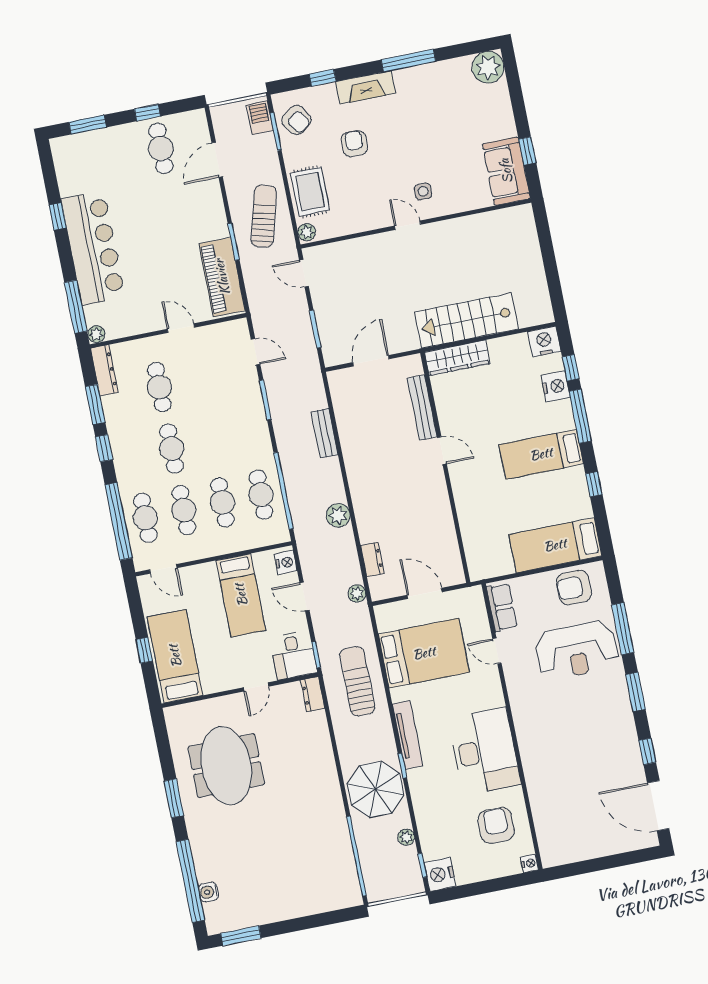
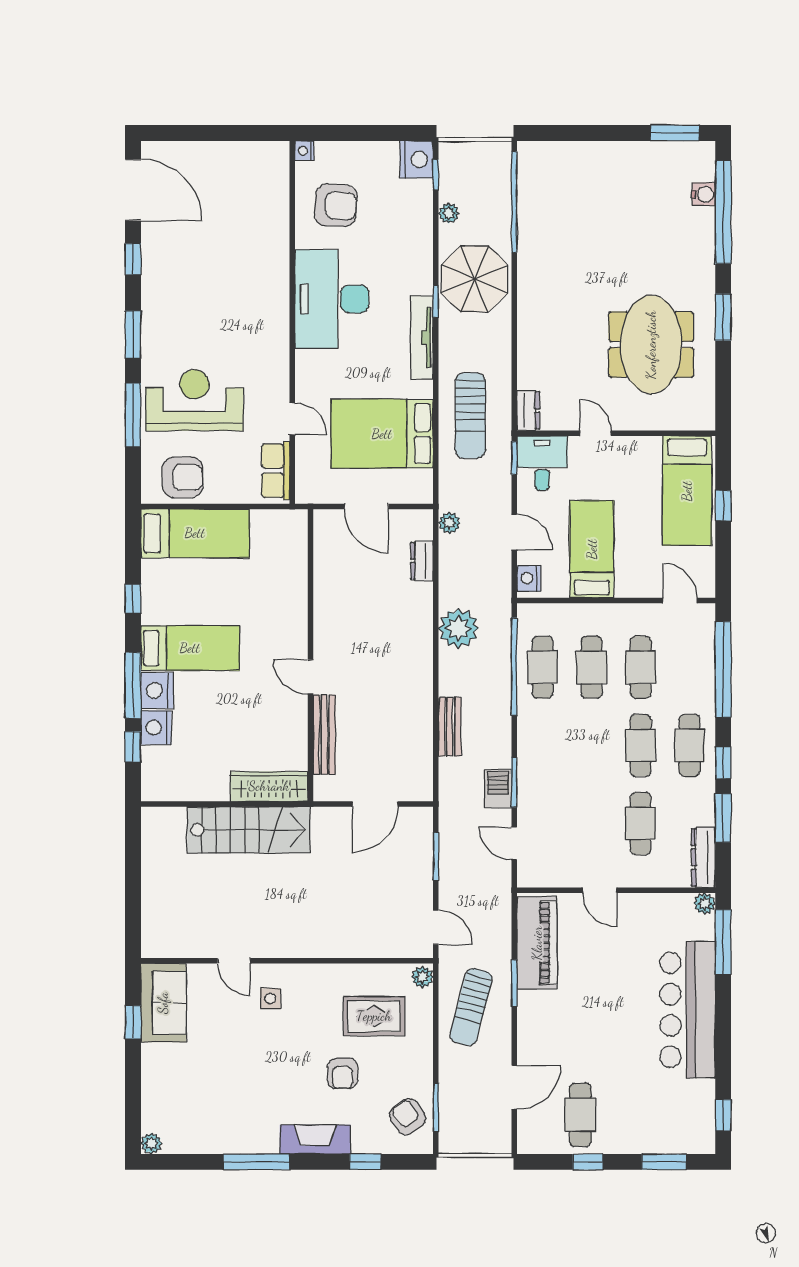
plant: (488, 67) -> (151, 1143), width x0.53, depth x0.53
barbecue: (260, 118) -> (498, 788), moved, turned 180
rug: (310, 192) -> (374, 1016), moved, turned 90
window: (58, 216) -> (723, 1115), moved
door: (408, 225) -> (234, 961), moved
nightstand: (544, 341) -> (157, 691), moved, turned 90
plant: (338, 515) -> (458, 628), width x1.36, depth x1.36
cafe table: (145, 518) -> (690, 745), moved
door: (256, 687) -> (595, 433), hinge flipped
armchair: (496, 825) -> (336, 205), turned -86

